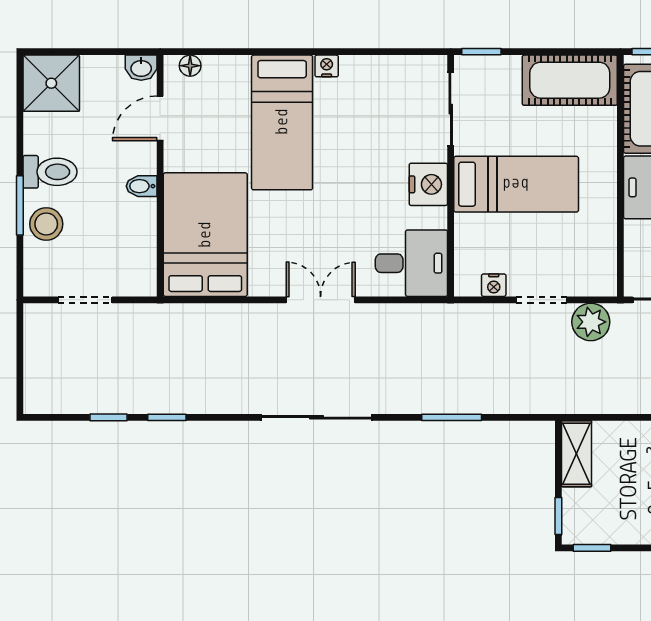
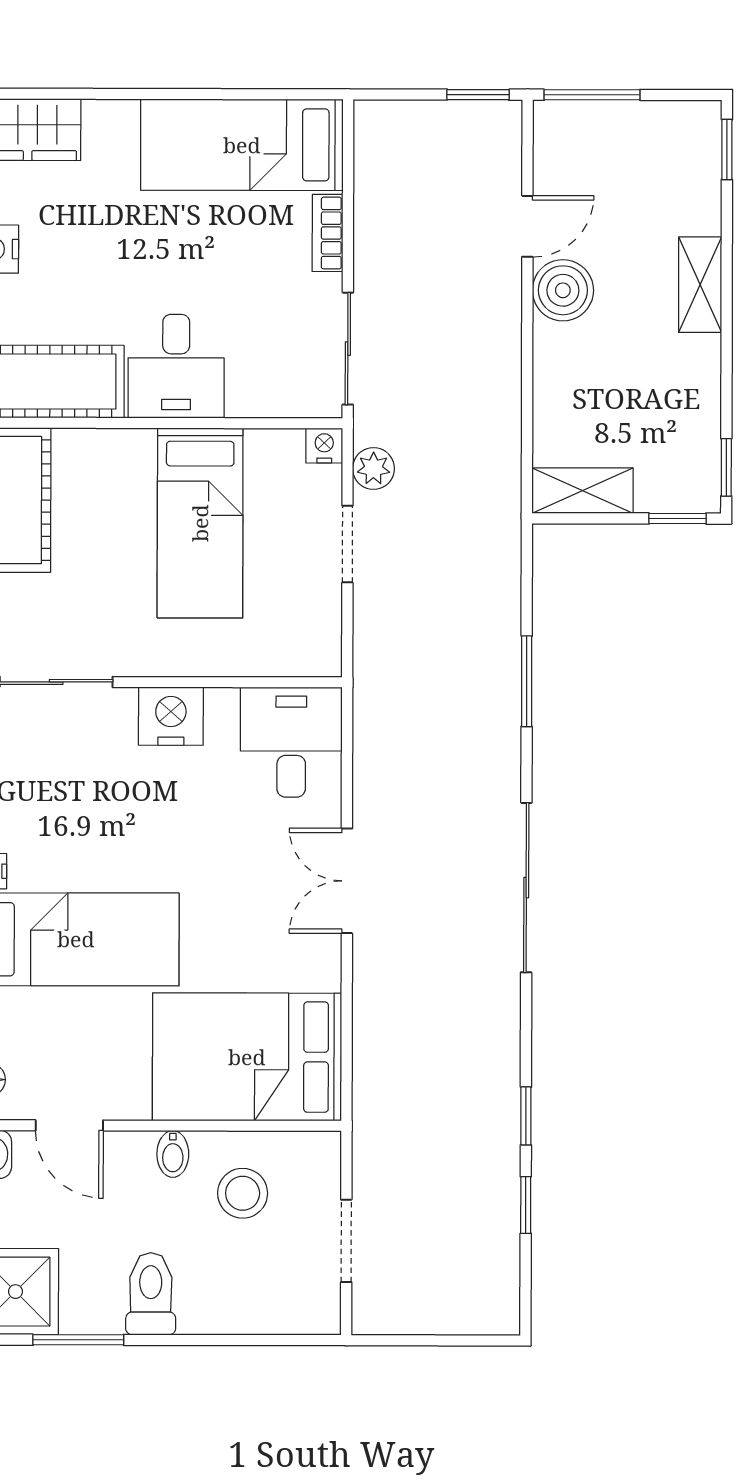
bed: (516, 184) -> (200, 523), moved, turned 180
window: (20, 205) -> (78, 1340), moved
stool: (46, 224) -> (243, 1193), moved
nightstand: (494, 285) -> (324, 446), moved, turned -90
plant: (591, 322) -> (373, 469), width x0.73, depth x0.73

